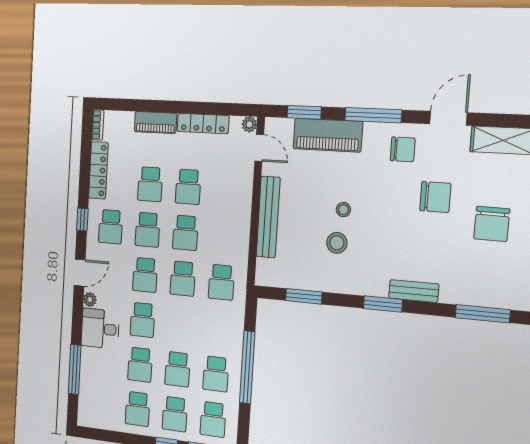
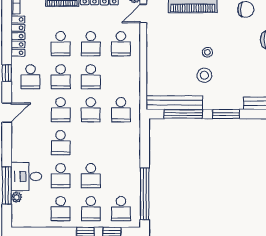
door: (259, 148) -> (143, 13), swing flipped
bench: (268, 217) -> (174, 103), moved, turned 90
window: (304, 296) -> (183, 114), width x1.44
plant: (90, 300) -> (16, 197), moved
window: (383, 304) -> (226, 114), moved
desk: (100, 329) -> (26, 176), moved
window: (247, 367) -> (145, 194), moved
school desk: (216, 374) -> (121, 44), moved

